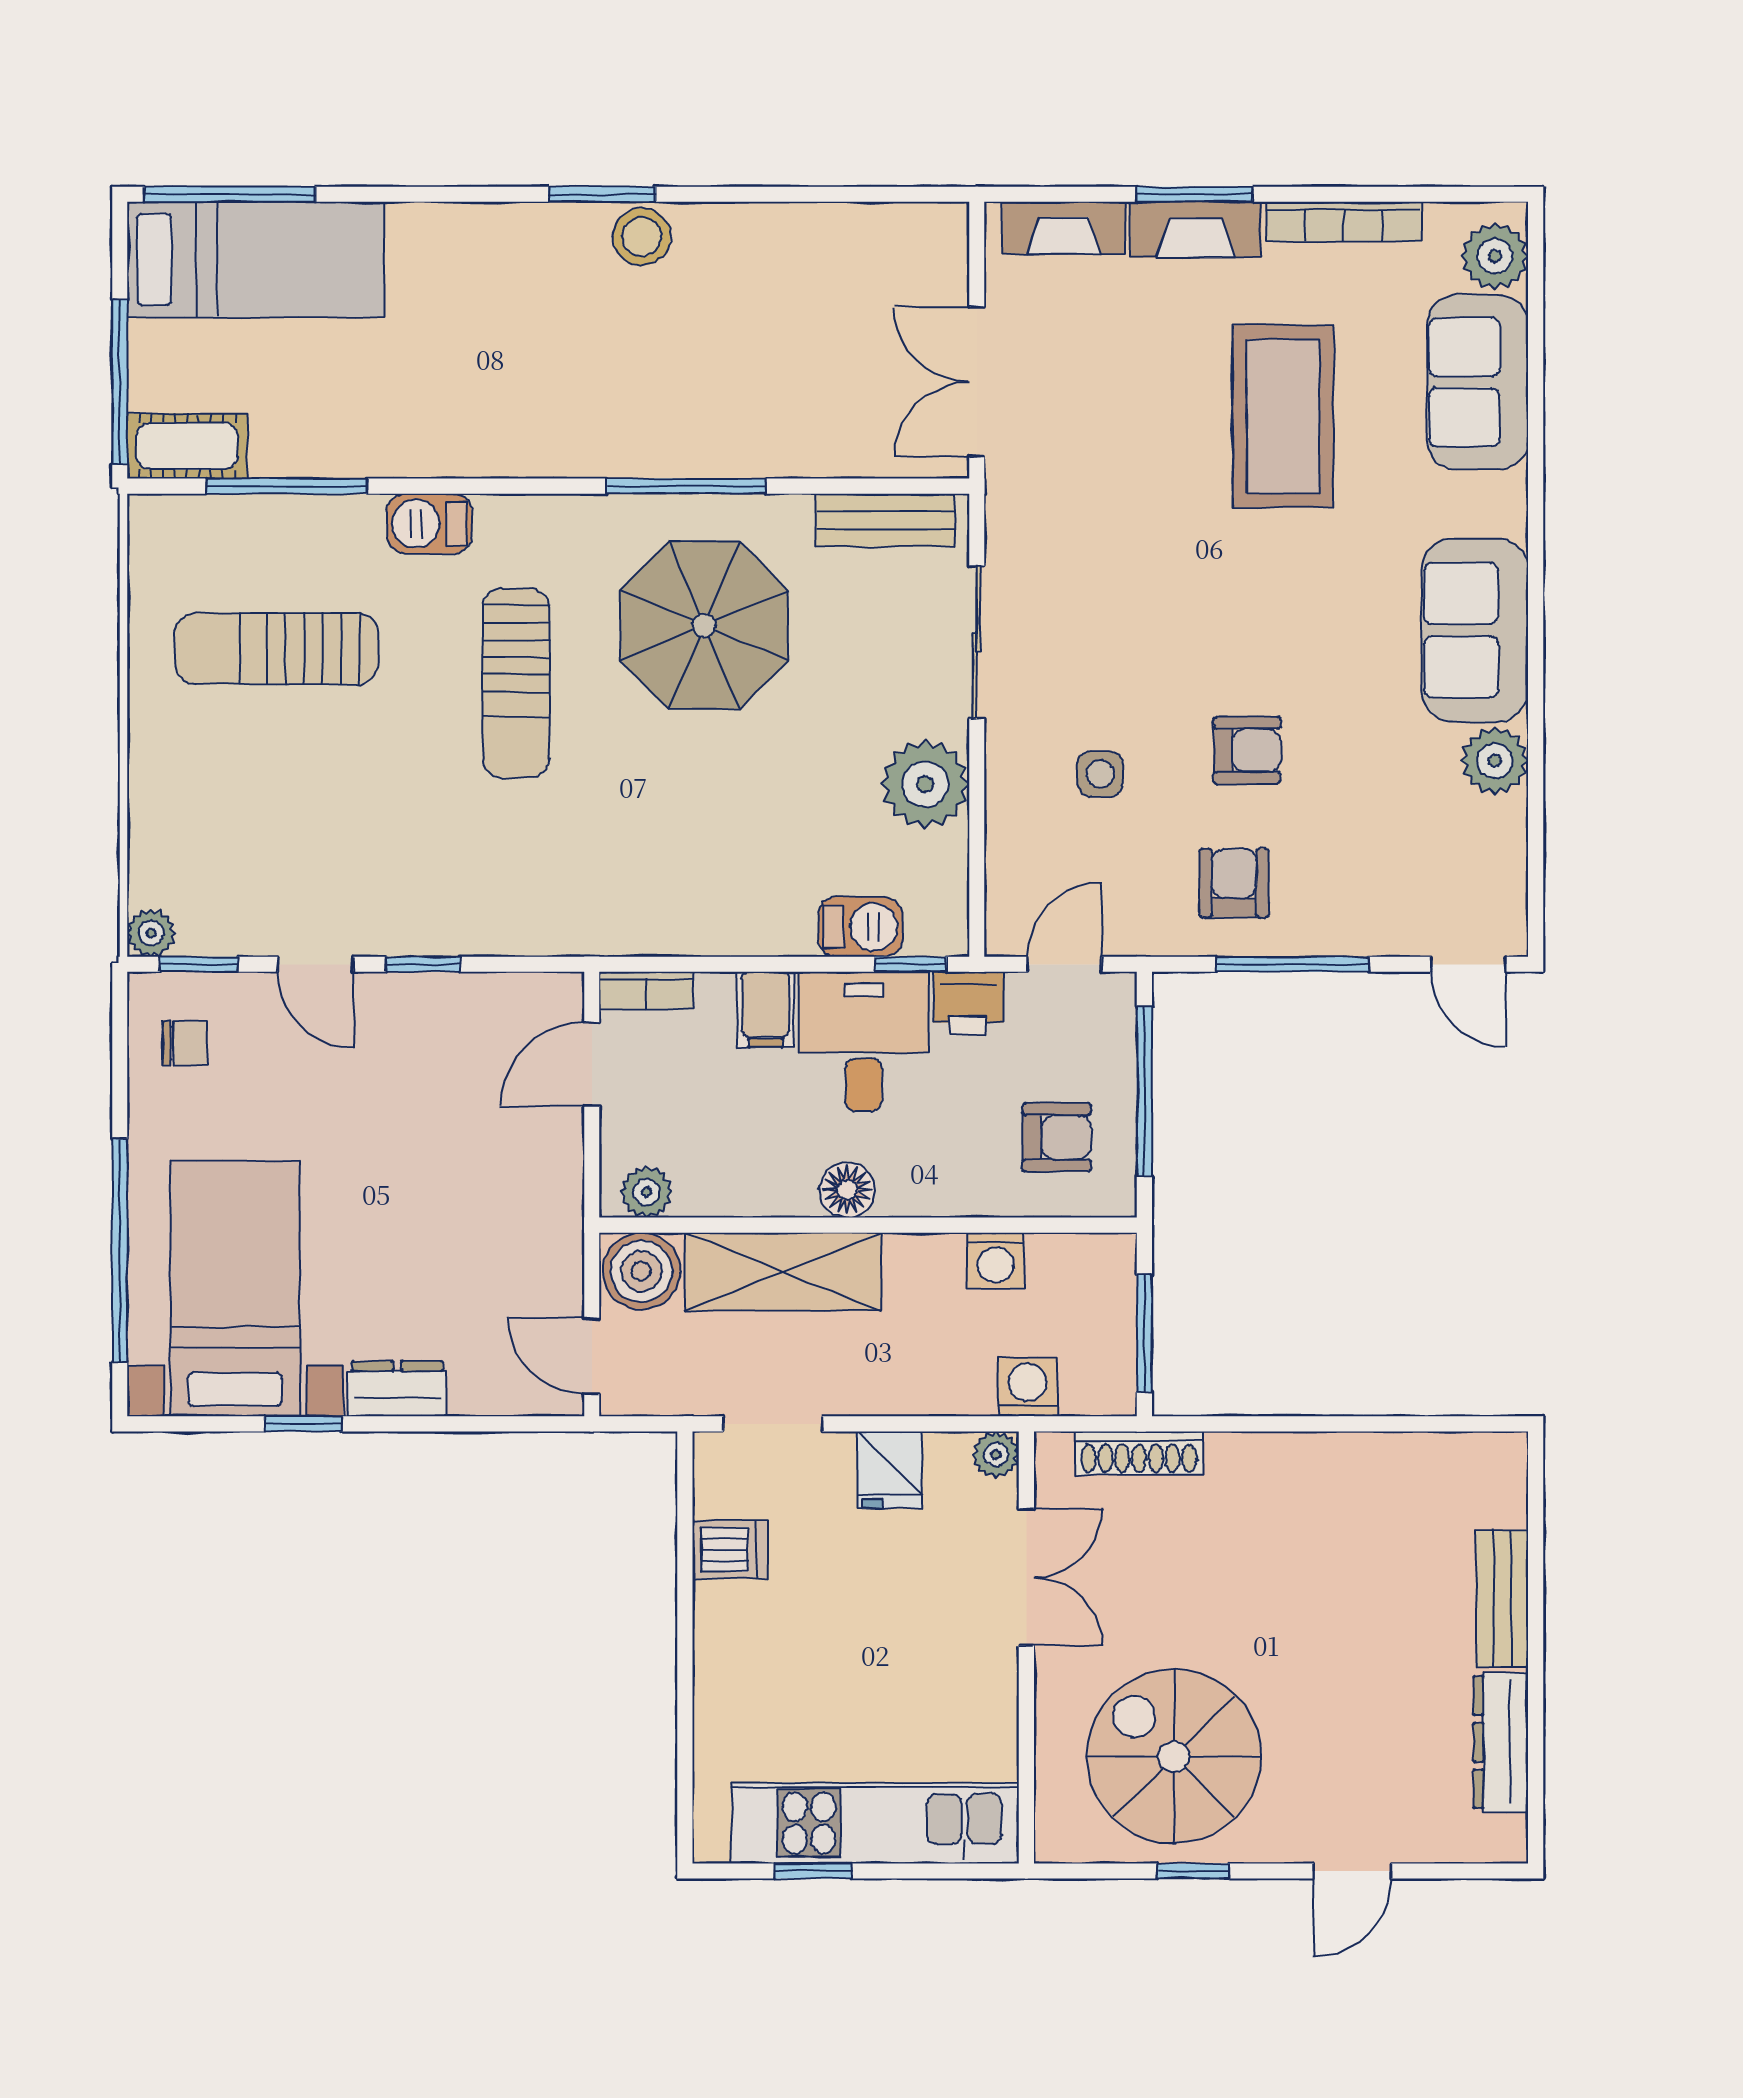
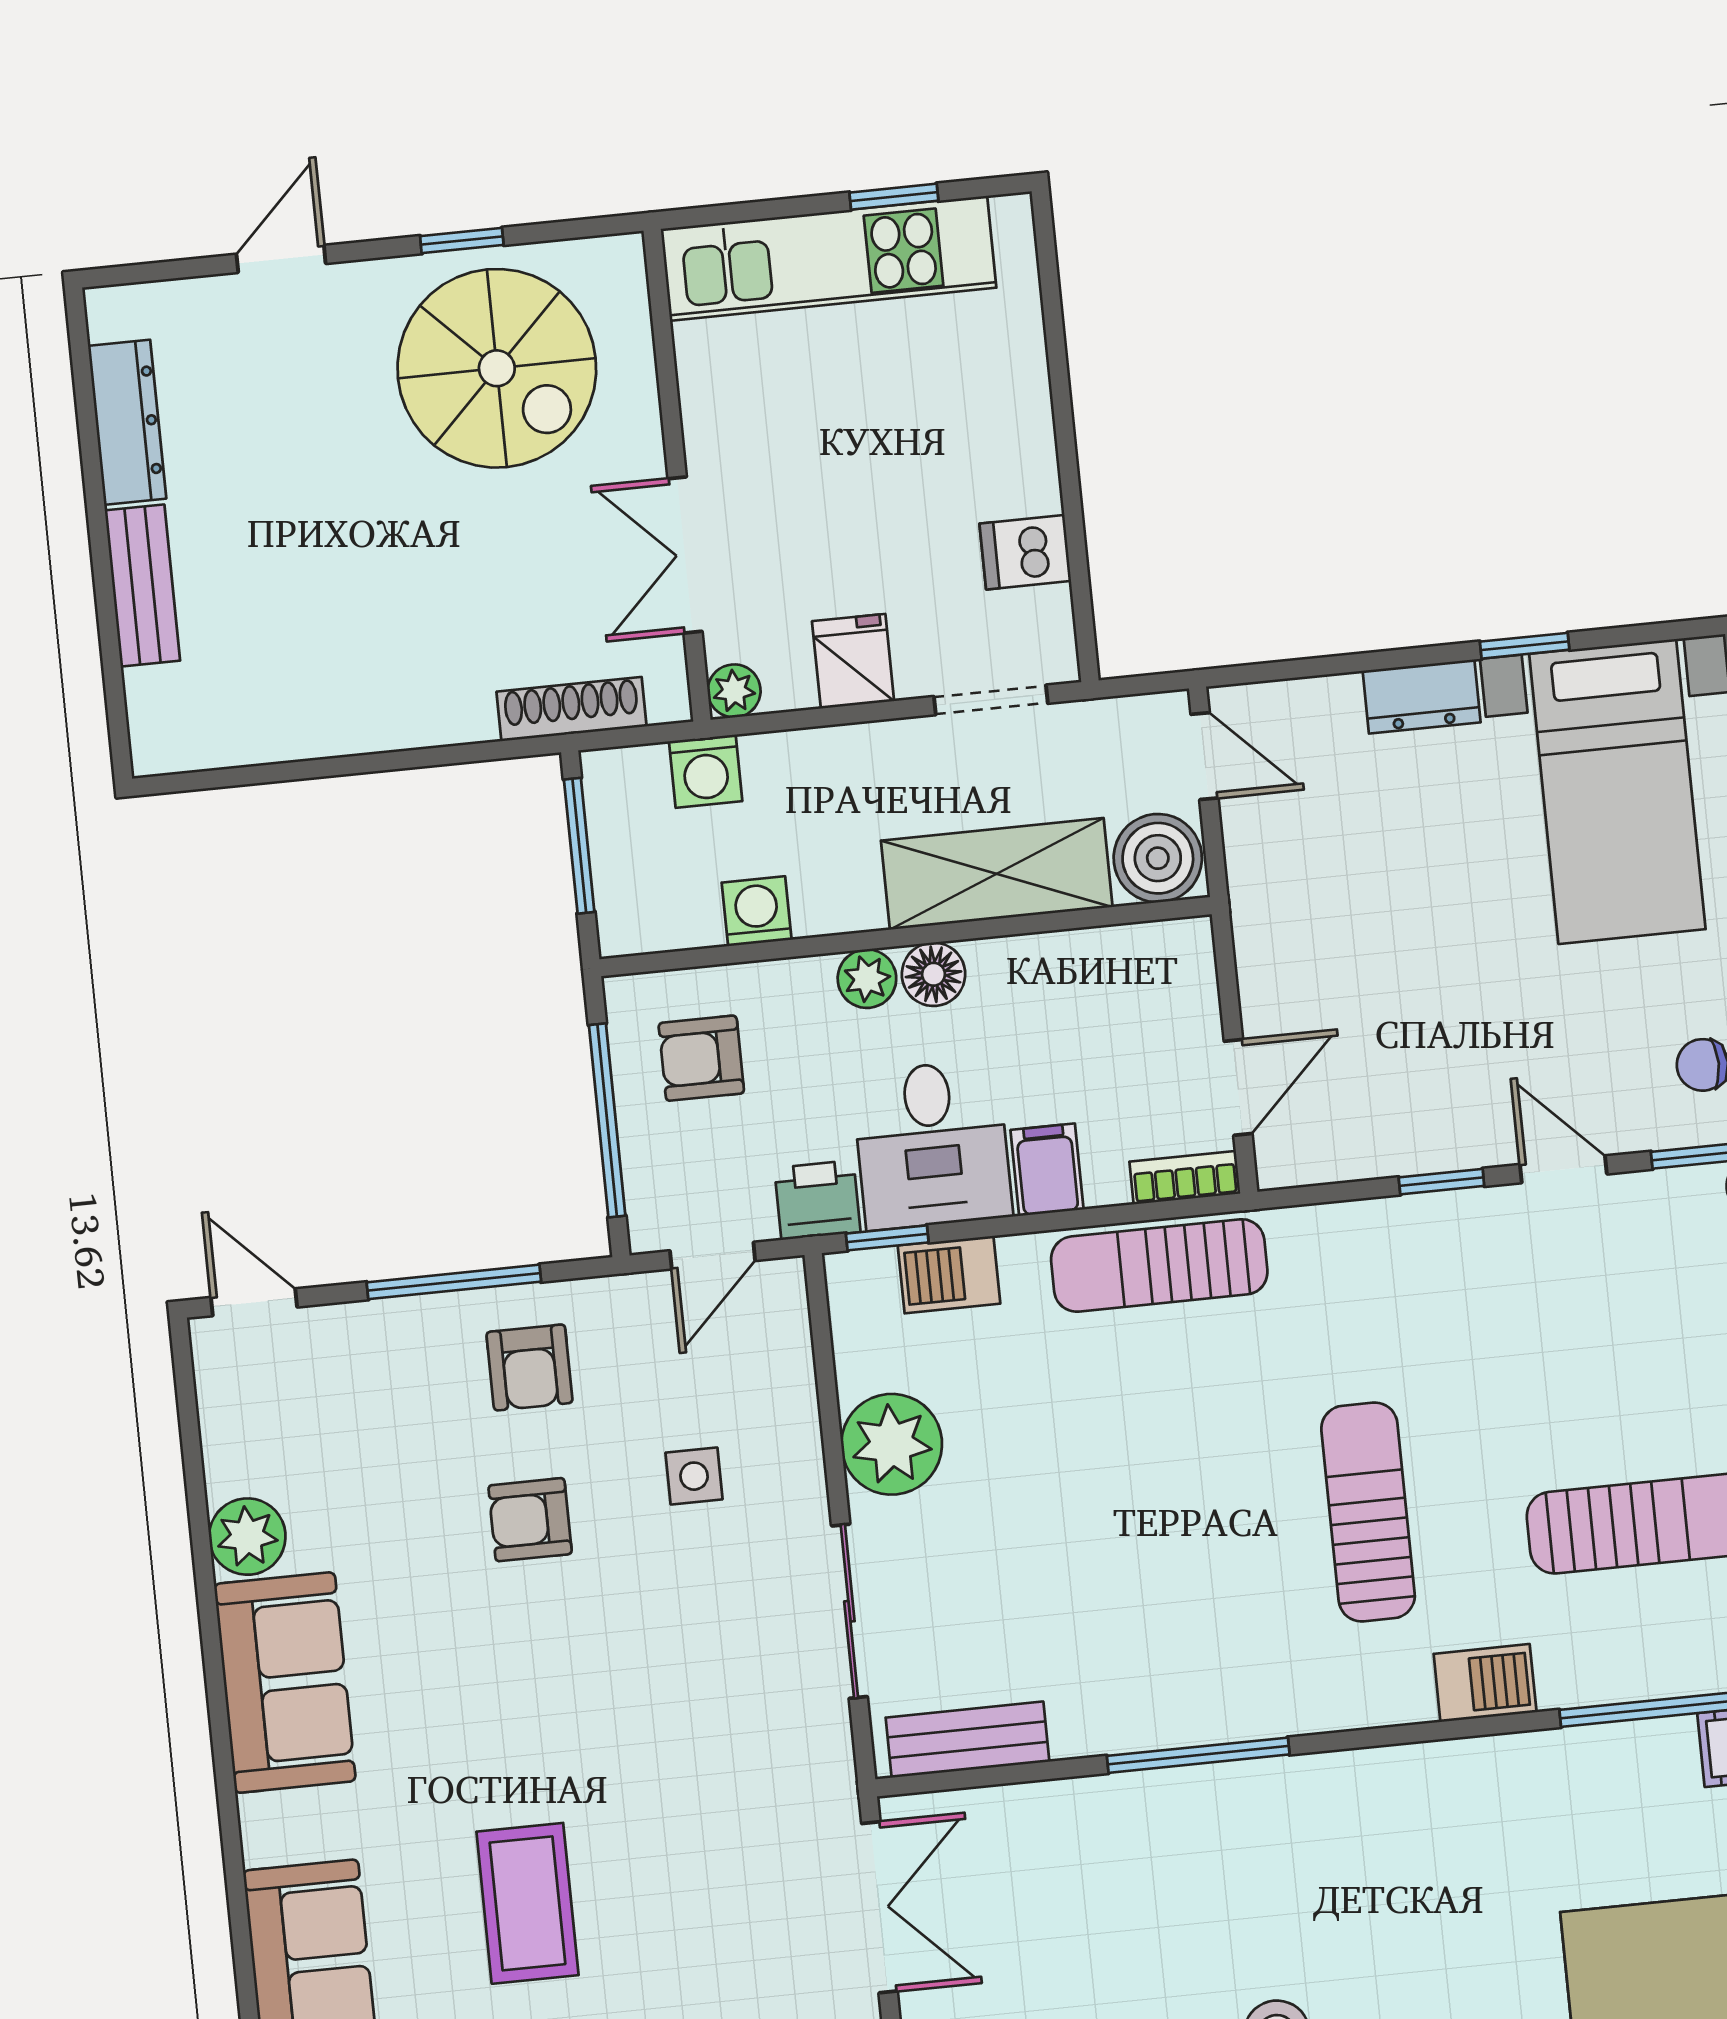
coffee table: (1283, 416) -> (527, 1903), width x0.73, depth x0.76
parasol: (704, 625) -> (1161, 1599), removed
sun lounger: (676, 916) -> (1159, 1265), added
plant: (647, 1192) -> (867, 979), moved

